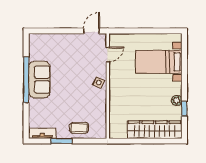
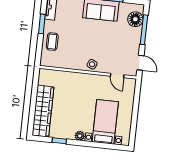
window: (56, 31) -> (144, 30), added
floor lamp: (46, 42) -> (135, 19), added
plant: (177, 100) -> (80, 136), moved

